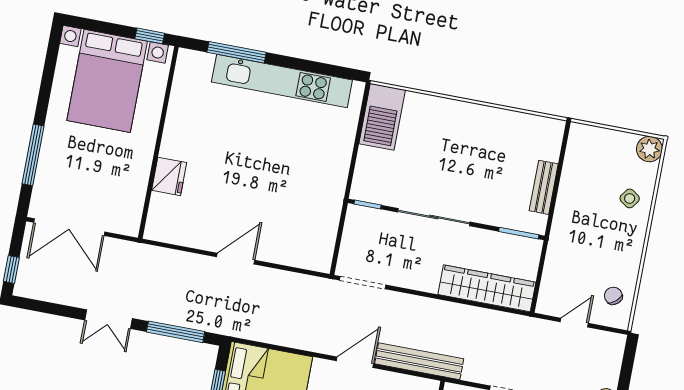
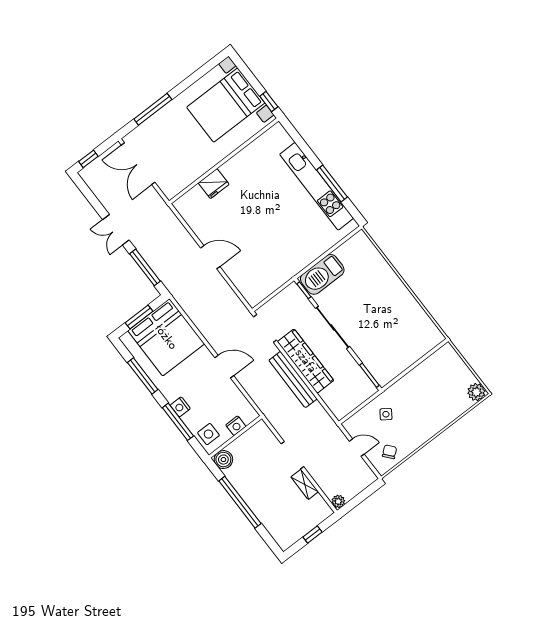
window: (237, 52) -> (332, 183), moved
barbecue: (382, 117) -> (322, 274), moved
bench: (544, 187) -> (404, 363), removed
side table: (630, 198) -> (386, 414), moved
wardrobe: (487, 288) -> (306, 361), moved
bench: (419, 361) -> (293, 380), moved

